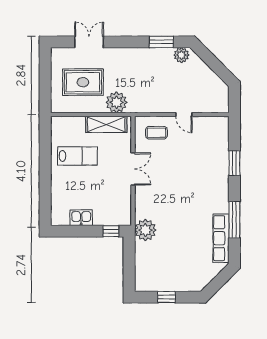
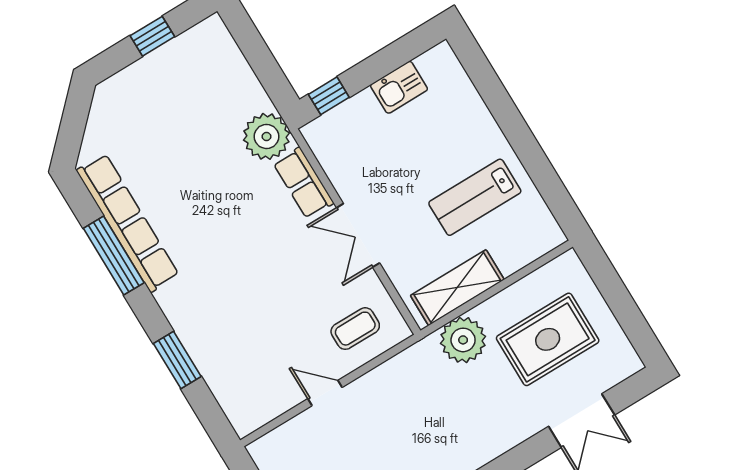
row of seats: (142, 203) -> (303, 183), added
row of seats: (221, 238) -> (128, 223), width x1.36

